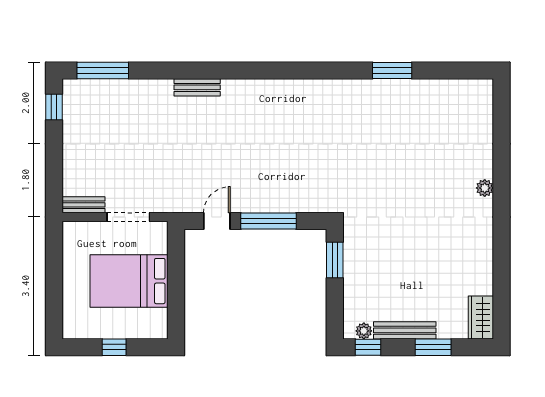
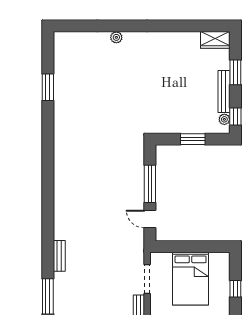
window: (392, 71) -> (48, 87), moved
bench: (197, 87) -> (59, 256), moved
plant: (485, 188) -> (116, 37), moved
window: (335, 260) -> (193, 139), moved

